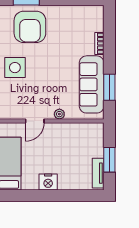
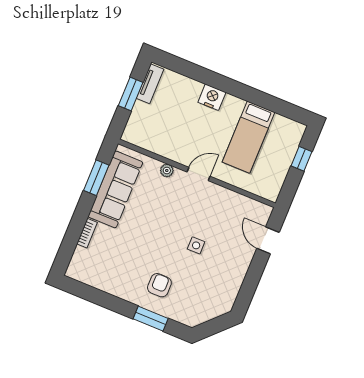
armchair: (30, 27) -> (159, 285), width x0.53, depth x0.53
side table: (15, 68) -> (196, 245), width x0.54, depth x0.54

